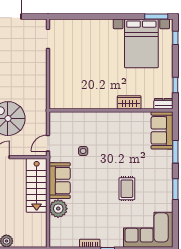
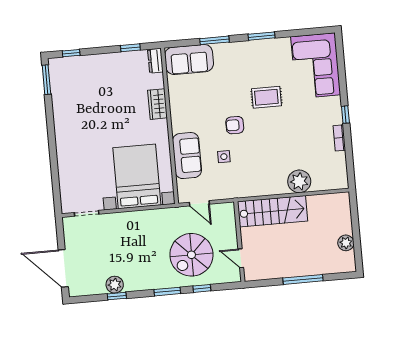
bed with nightstands: (141, 43) -> (137, 176), moved, turned -90
door: (48, 143) -> (199, 203), moved
armchair: (107, 162) -> (235, 125), added
sofa: (60, 181) -> (187, 156), moved, turned 90

